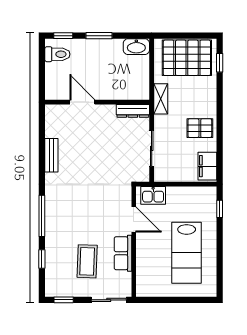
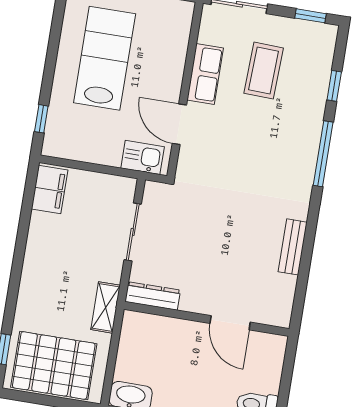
pallet: (200, 128) -> (52, 251), removed

